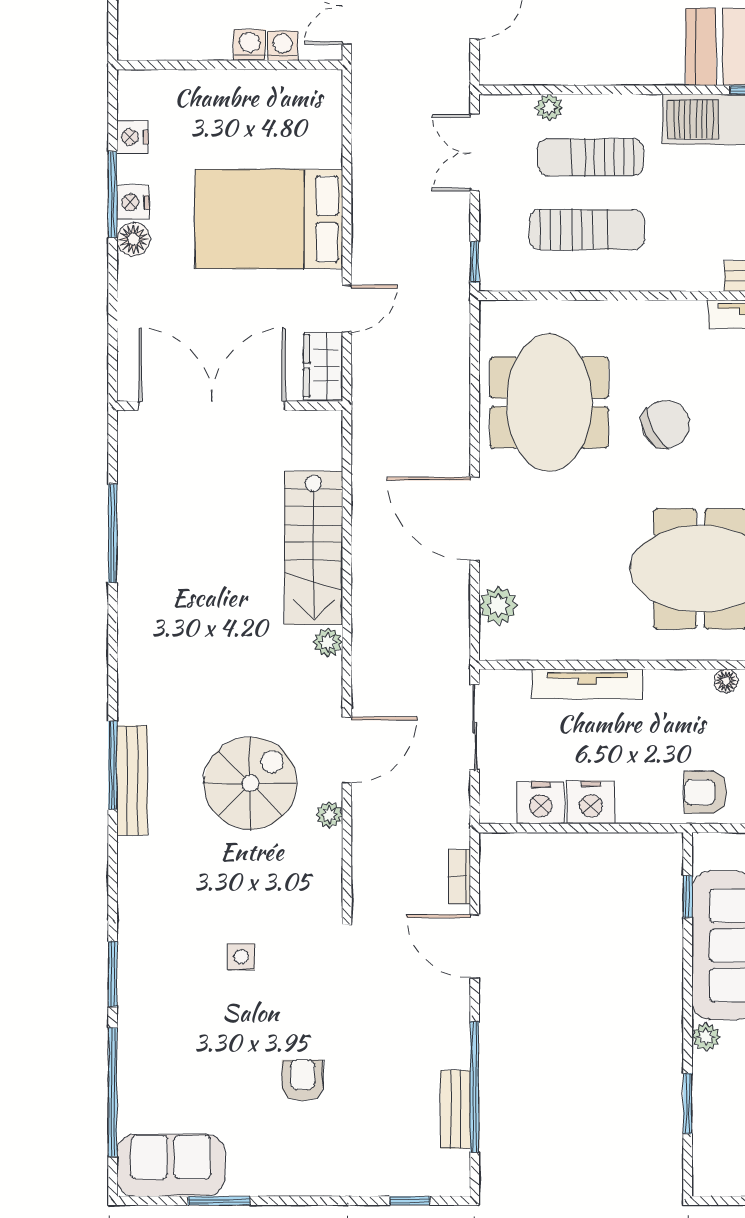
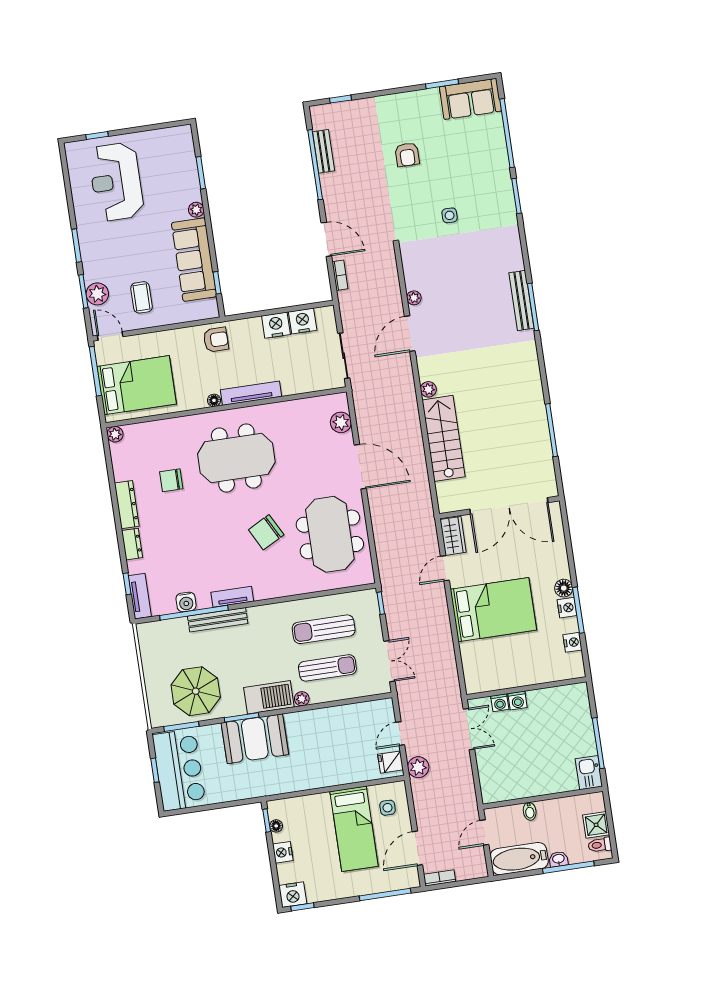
plant: (549, 108) -> (302, 699), moved
tv unit: (588, 684) -> (251, 393), moved
spiral stairs: (250, 783) -> (458, 308), removed

